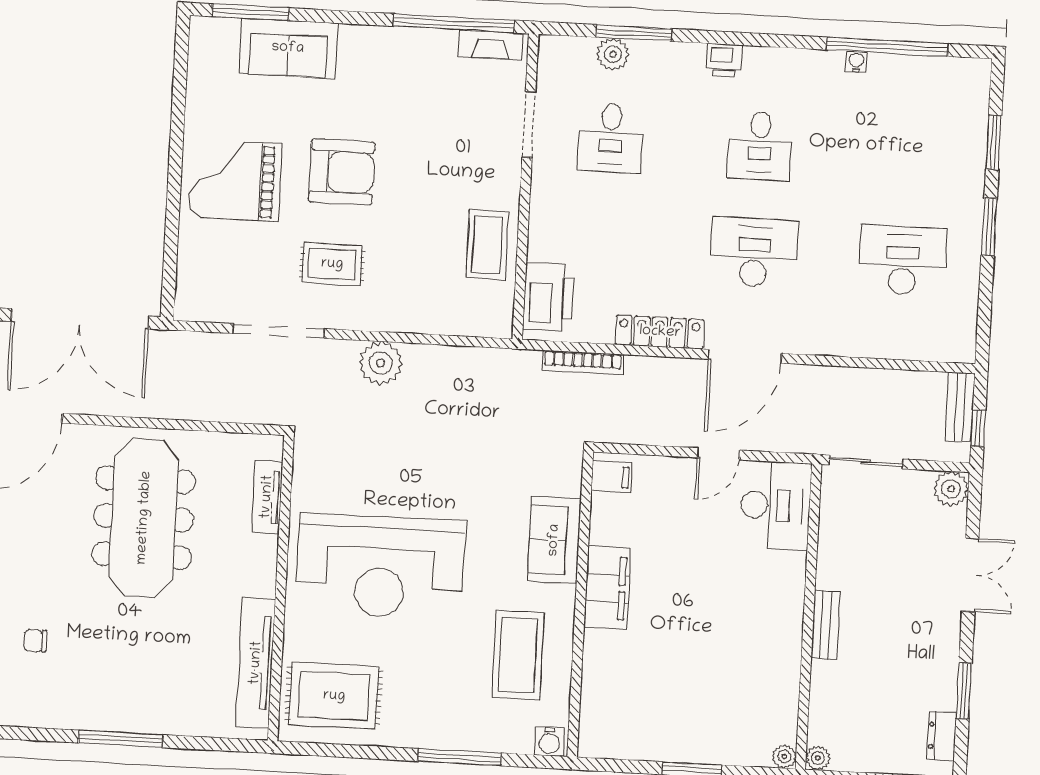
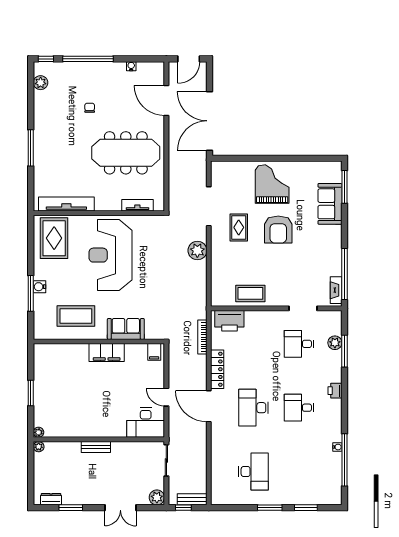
desk: (754, 252) -> (253, 408), turned 180
chair: (35, 641) -> (90, 108), moved
water cooler: (549, 741) -> (40, 287), moved

